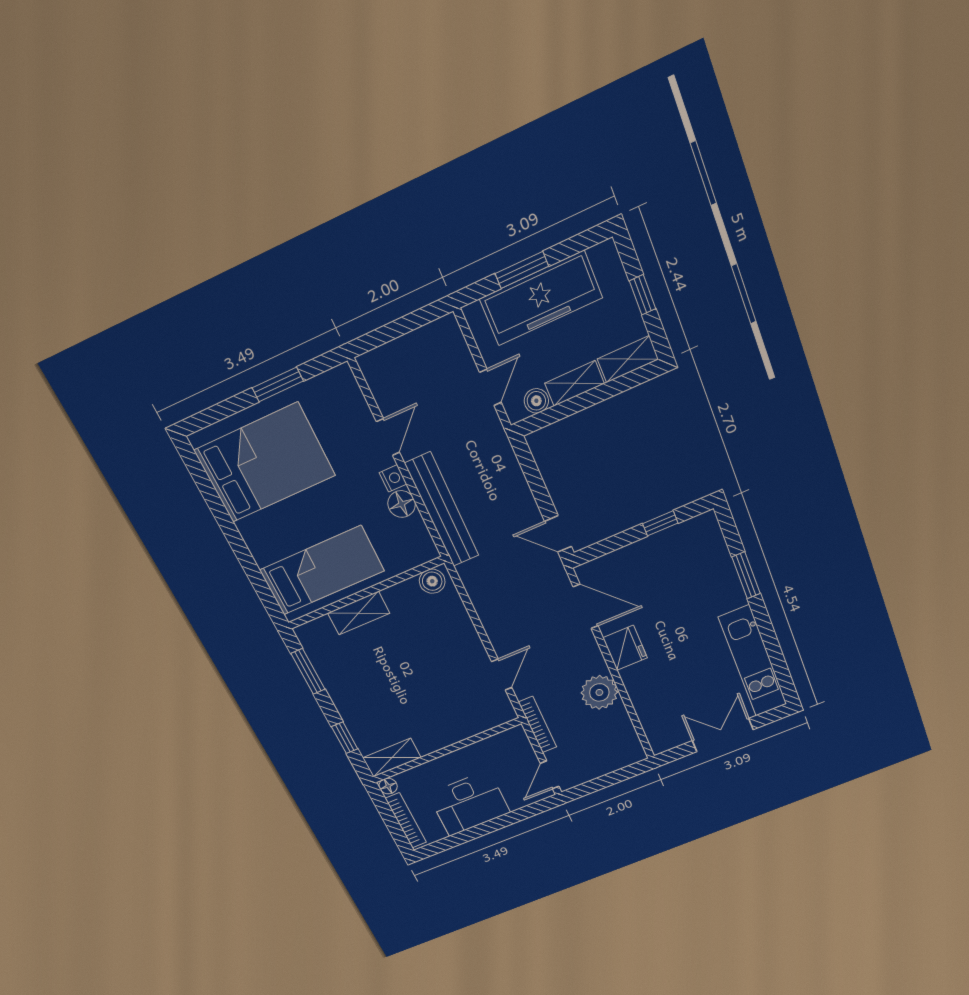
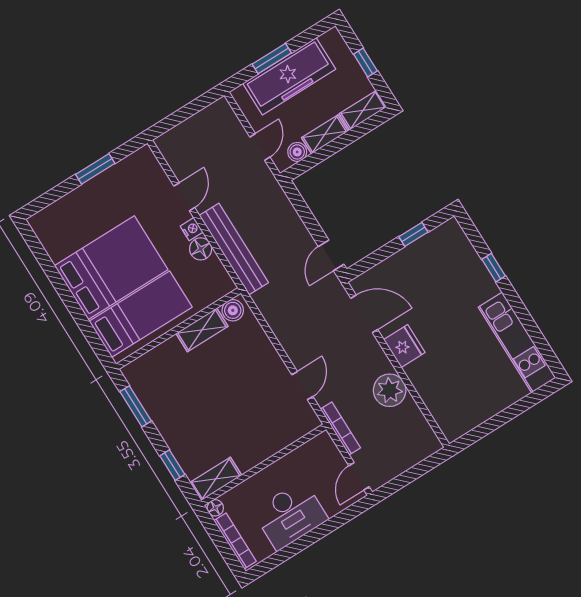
bed: (265, 463) -> (111, 268), moved
door: (558, 534) -> (331, 255), hinge flipped
window: (746, 575) -> (494, 268), width x0.67
shelving: (359, 613) -> (202, 330), moved
double door: (723, 735) -> (506, 415), removed

